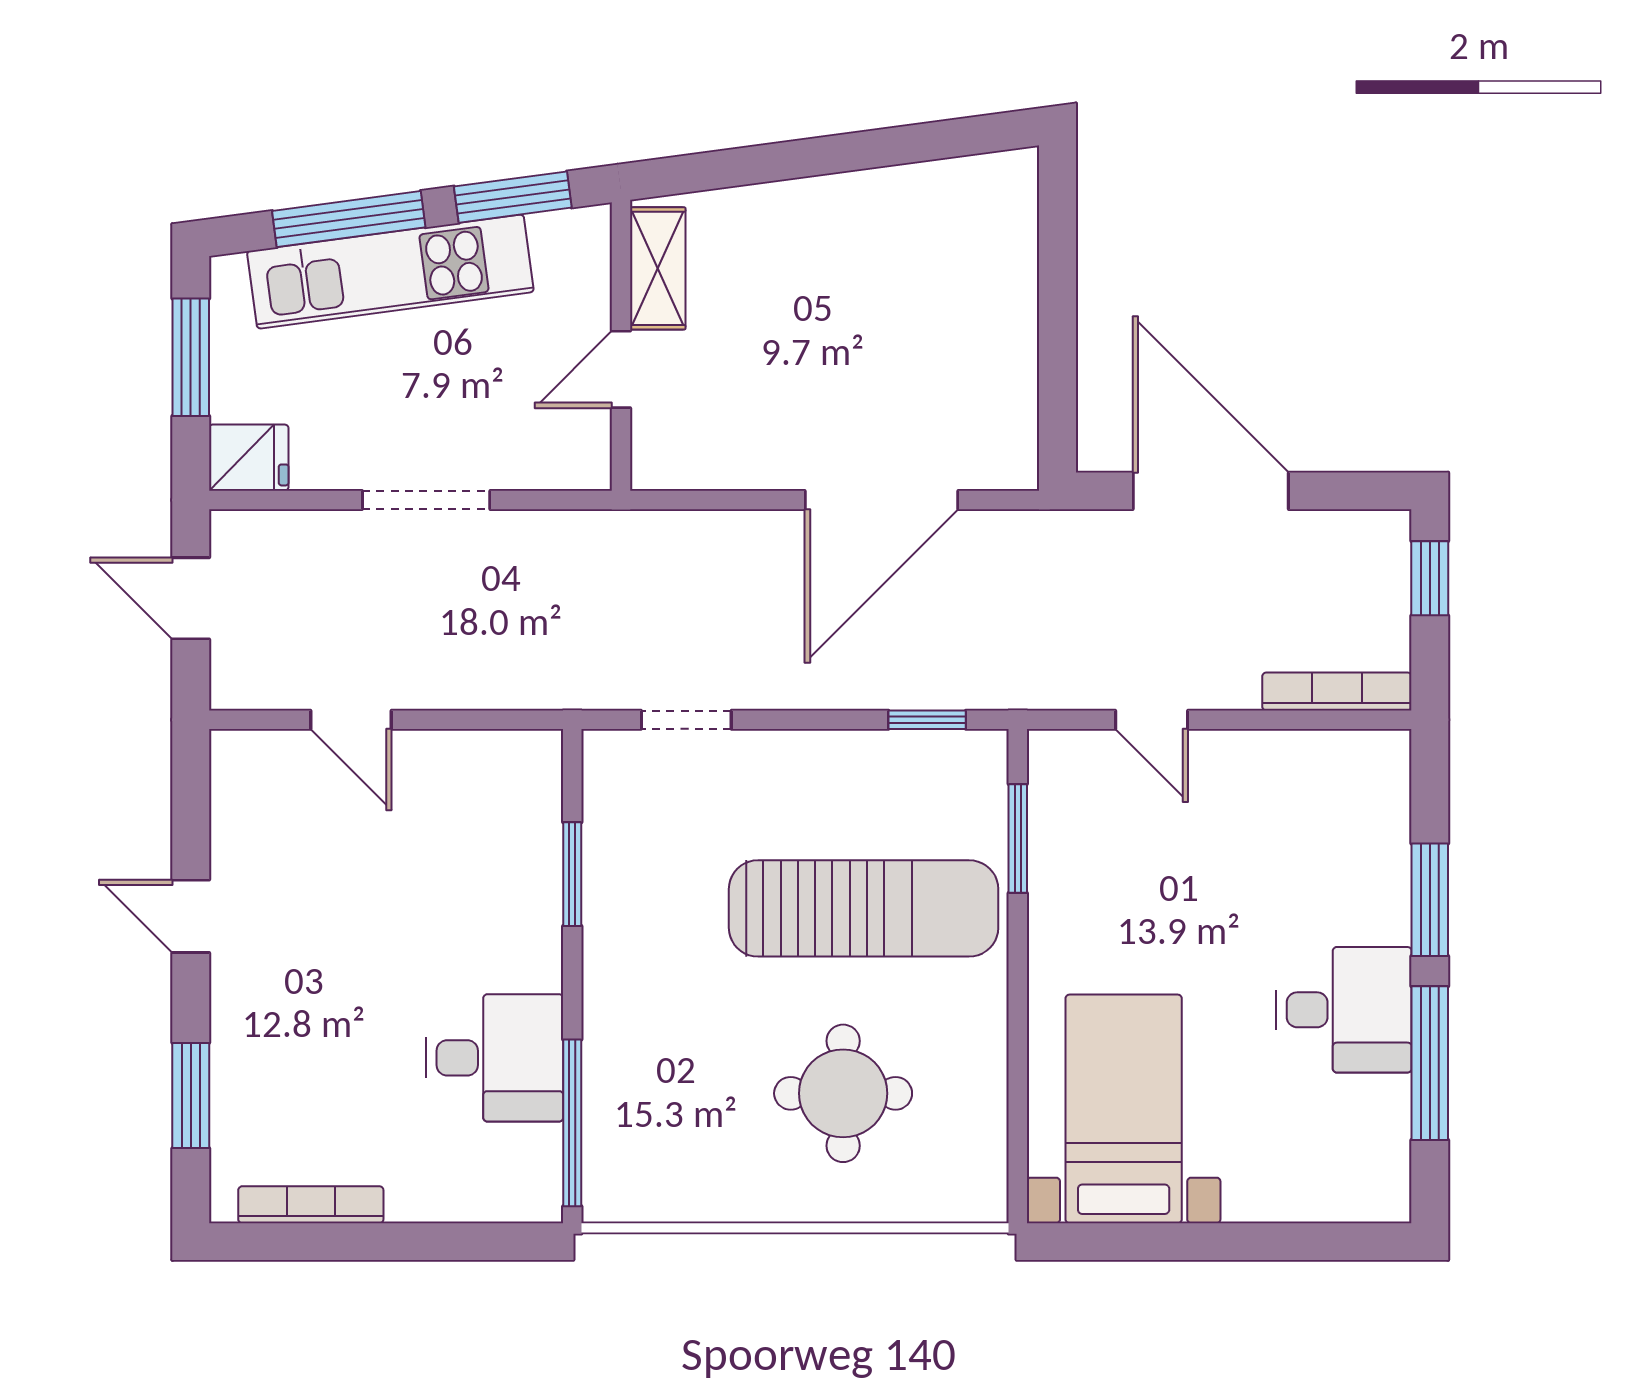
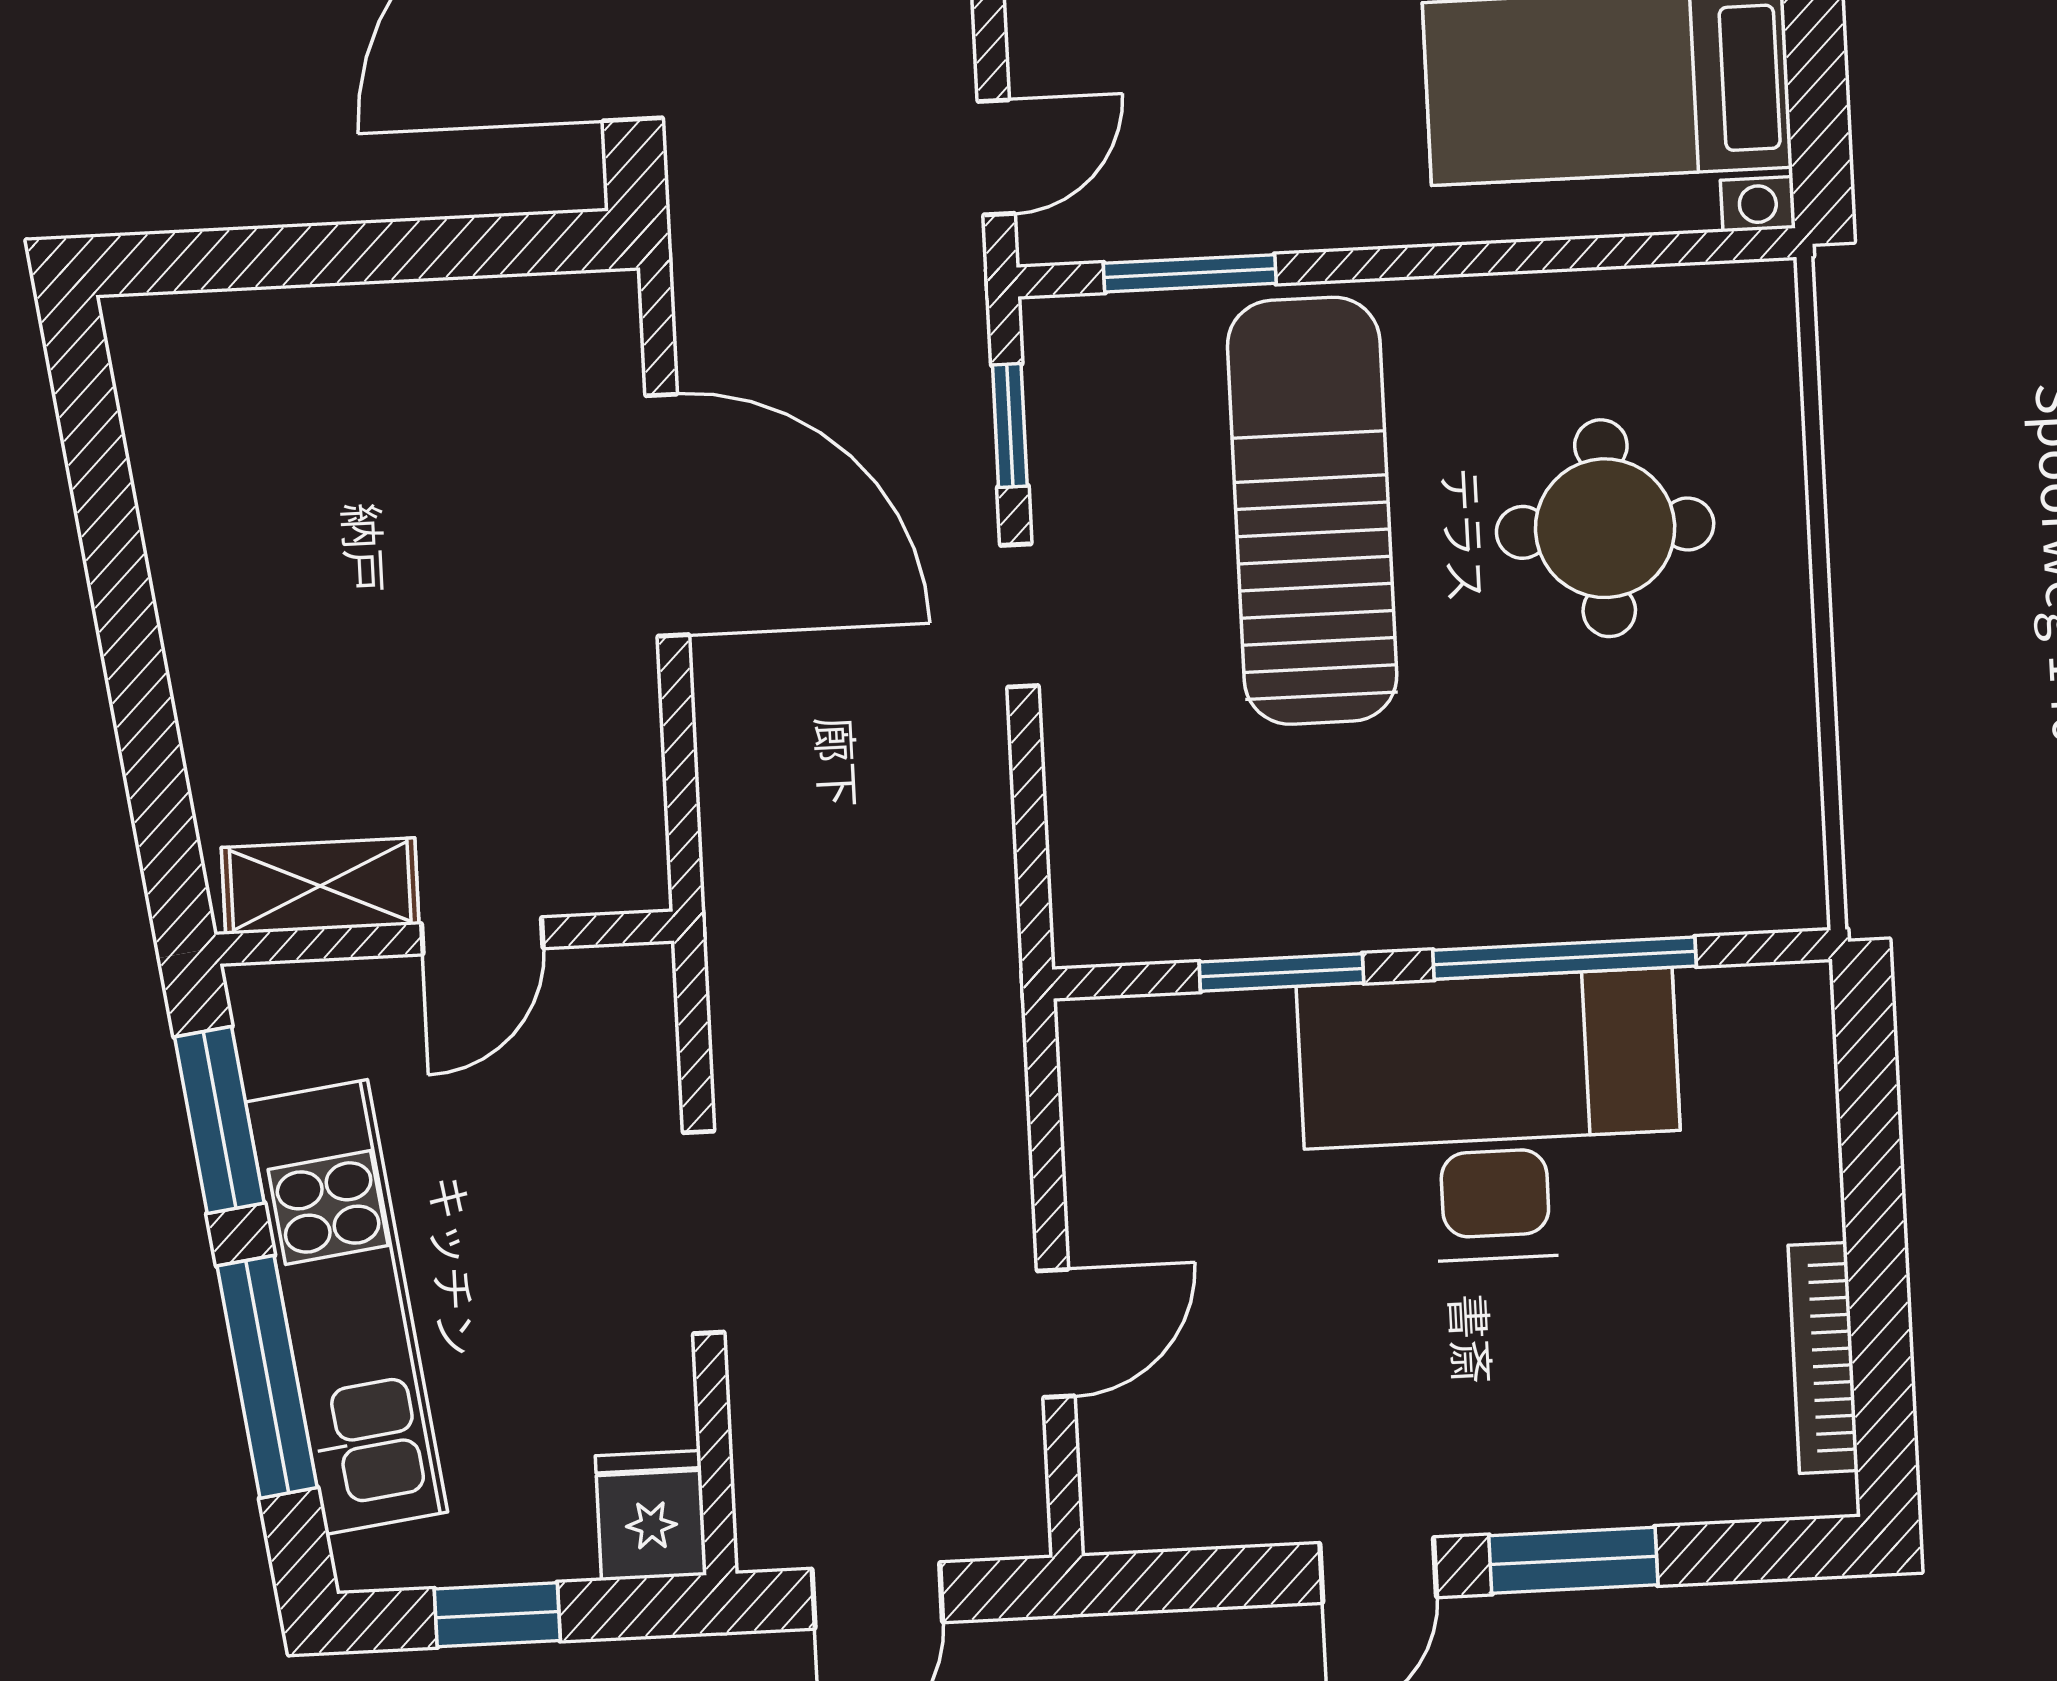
window: (191, 357) -> (497, 1615), width x0.67
door: (621, 369) -> (482, 936), hinge flipped
doorway: (686, 720) -> (1019, 616), moved
door: (1152, 720) -> (996, 157), moved
desk: (494, 1058) -> (1491, 1117), width x1.87, depth x1.30
window: (191, 1096) -> (1573, 1560), moved
window: (572, 1123) -> (1564, 958), moved

